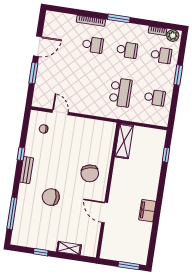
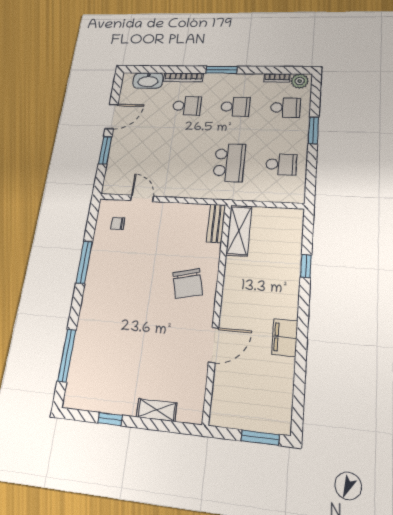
washbasin: (65, 20) -> (148, 80), added
window: (21, 154) -> (84, 262), width x2.17
window: (166, 155) -> (306, 266), moved
bench: (27, 170) -> (216, 223), moved
chair: (51, 197) -> (127, 325), removed
door: (105, 212) -> (214, 345), swing flipped

